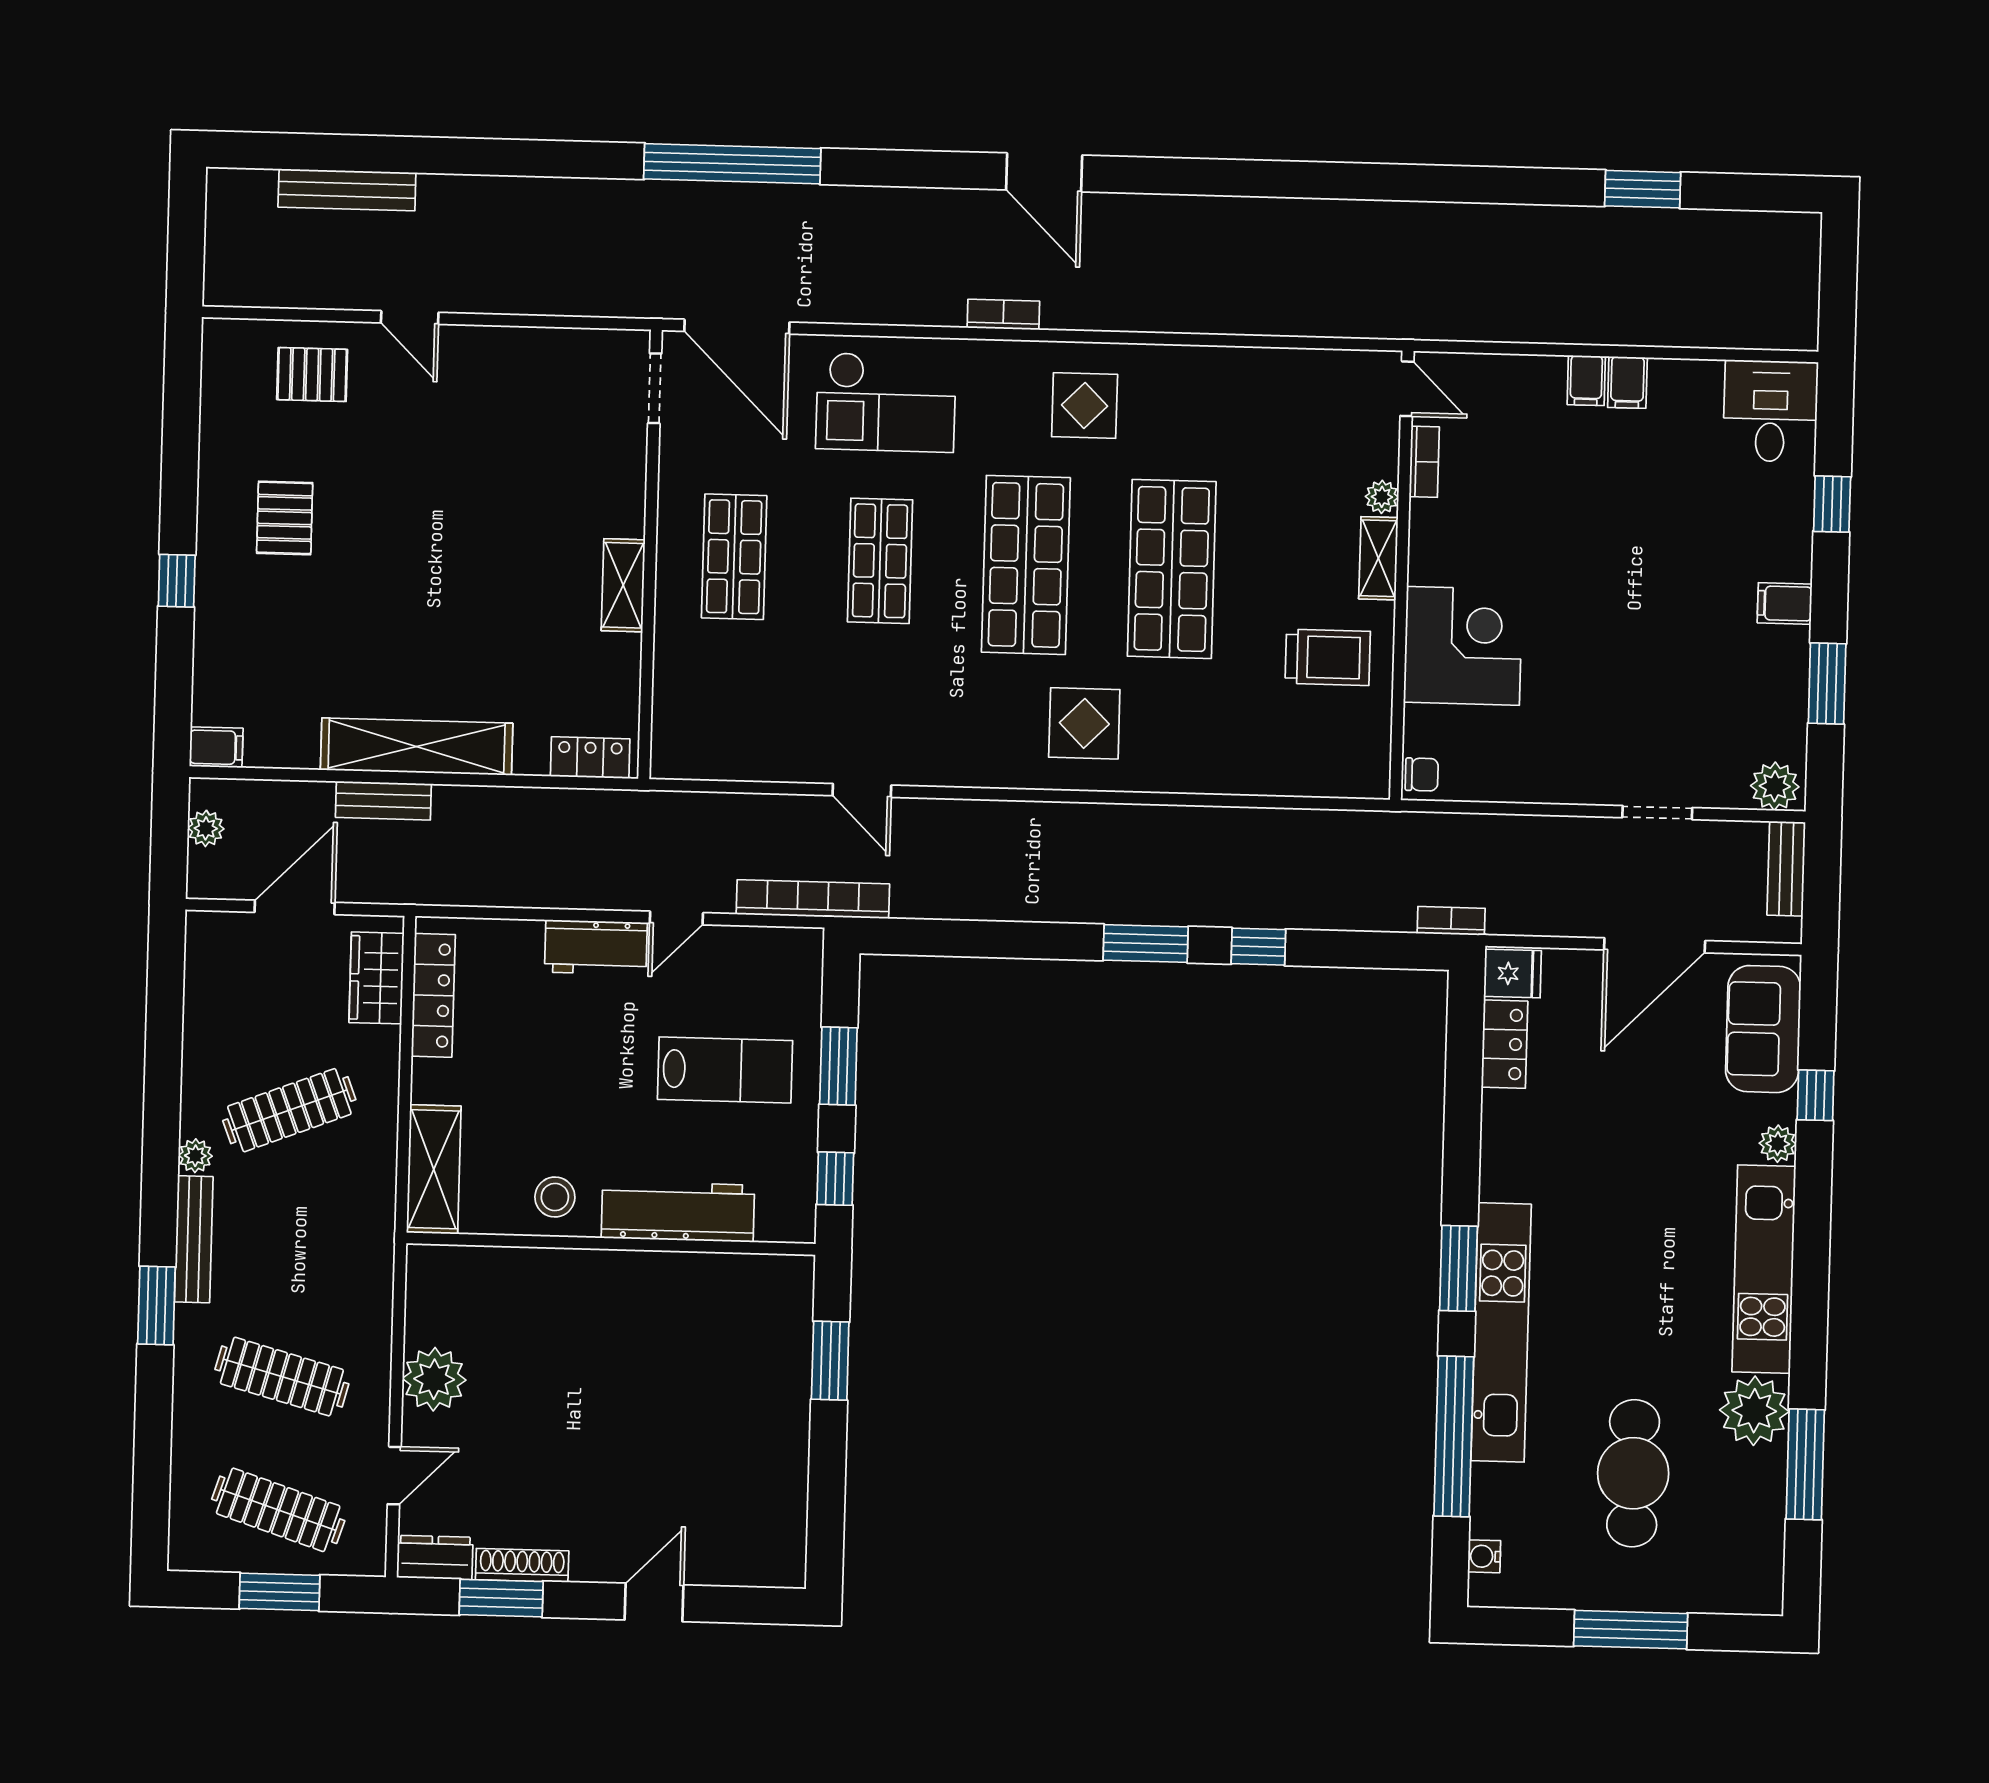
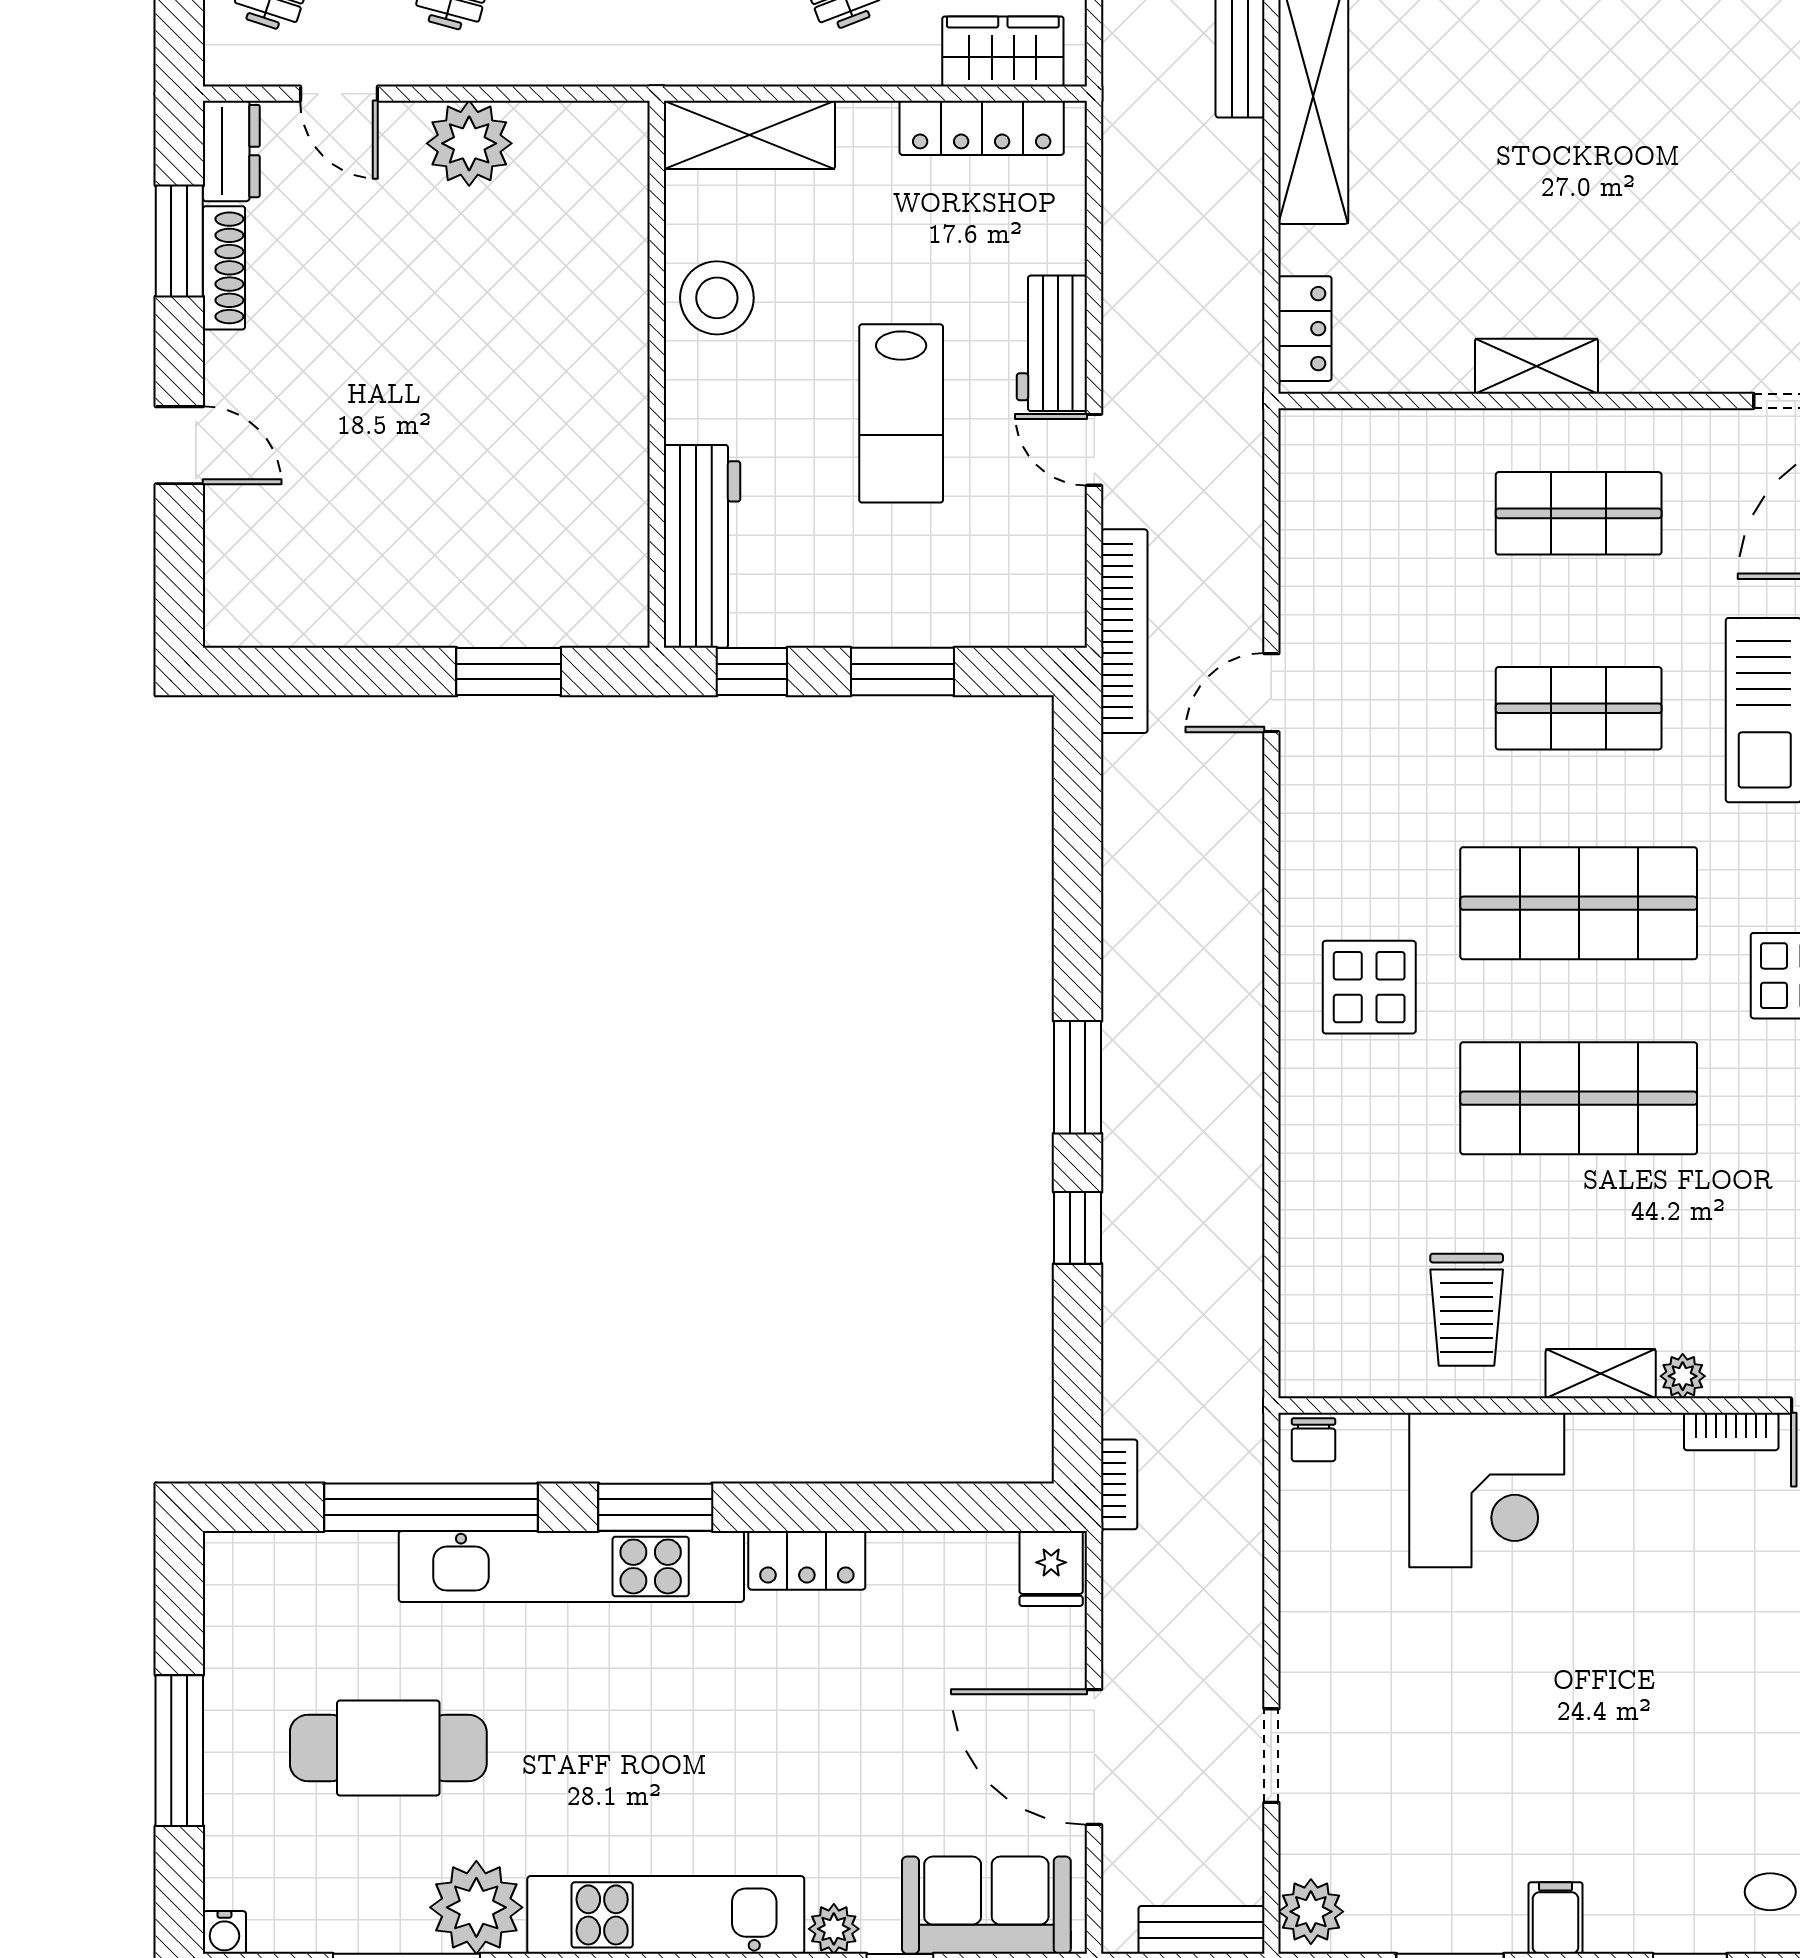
locker: (1505, 1044) -> (807, 1560), moved
lab bench: (725, 1070) -> (901, 413), moved
stool: (555, 1197) -> (717, 298), width x1.38, depth x1.38
workbench: (678, 1212) -> (702, 546), moved
water cooler: (1484, 1556) -> (224, 1932), moved, turned 180

